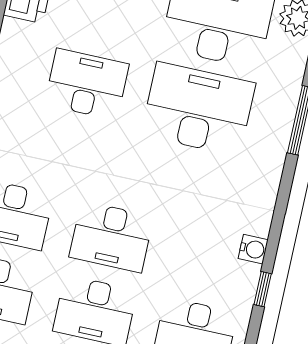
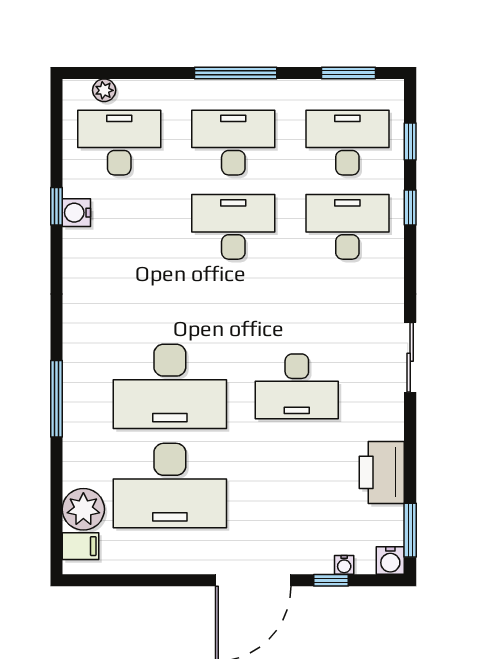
water cooler: (253, 249) -> (76, 213), moved

